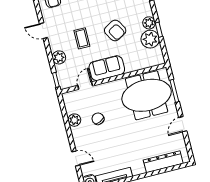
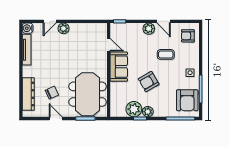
door: (43, 31) -> (164, 21), swing flipped
coffee table: (82, 38) -> (166, 54), moved
plant: (59, 57) -> (149, 29), moved
chair: (98, 119) -> (52, 93), moved
plant: (74, 120) -> (64, 28), moved

